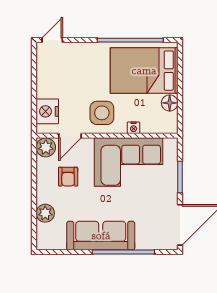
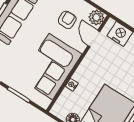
side table: (102, 113) -> (95, 70), removed
armchair: (68, 177) -> (67, 20), turned 90

